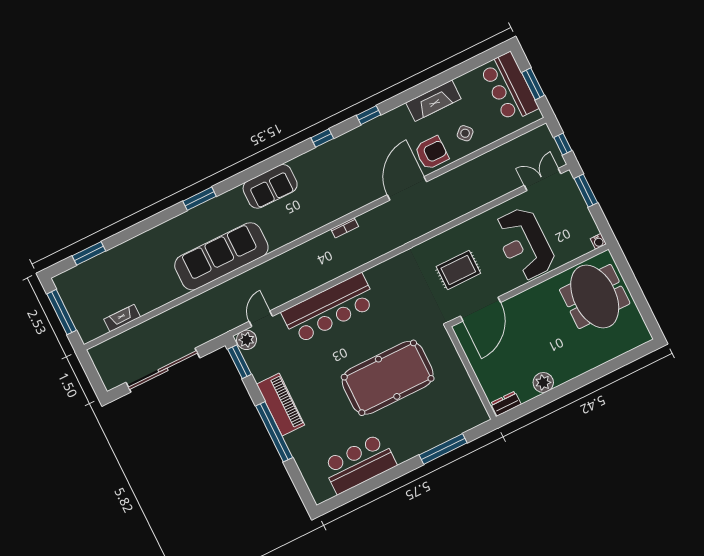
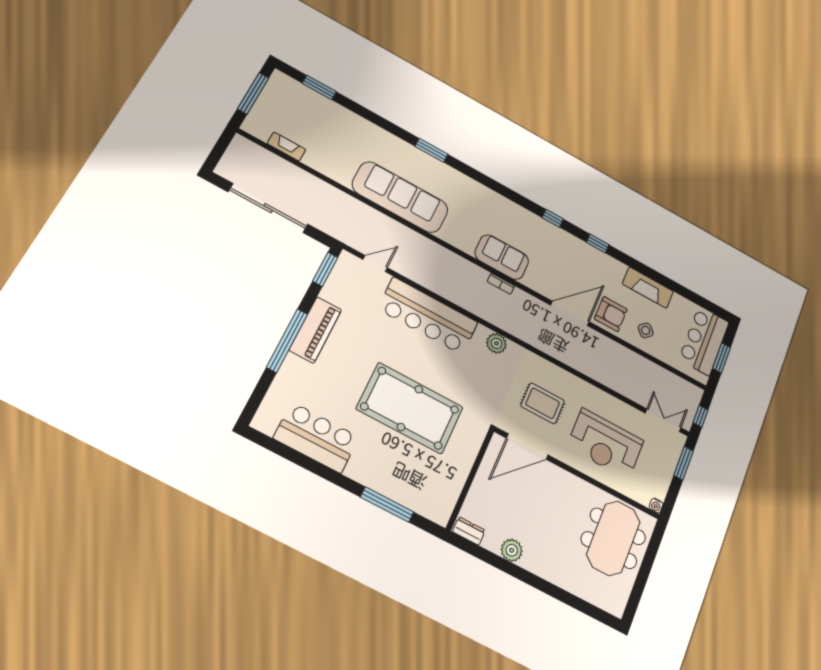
sofa: (270, 186) -> (502, 257), moved, turned 180
reception desk: (524, 244) -> (605, 444), turned -90
plant: (247, 340) -> (496, 343), moved

